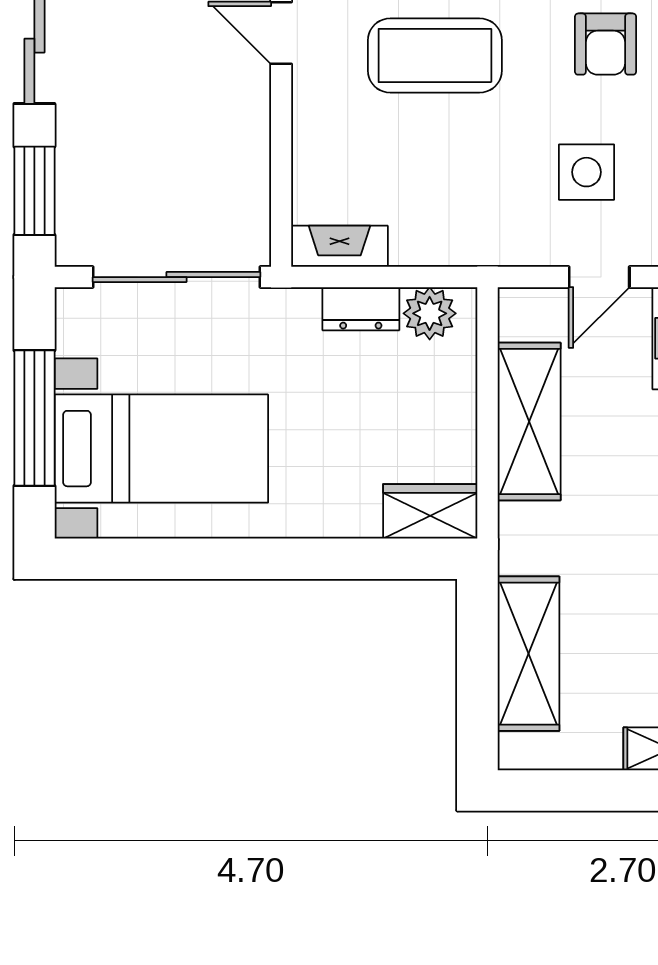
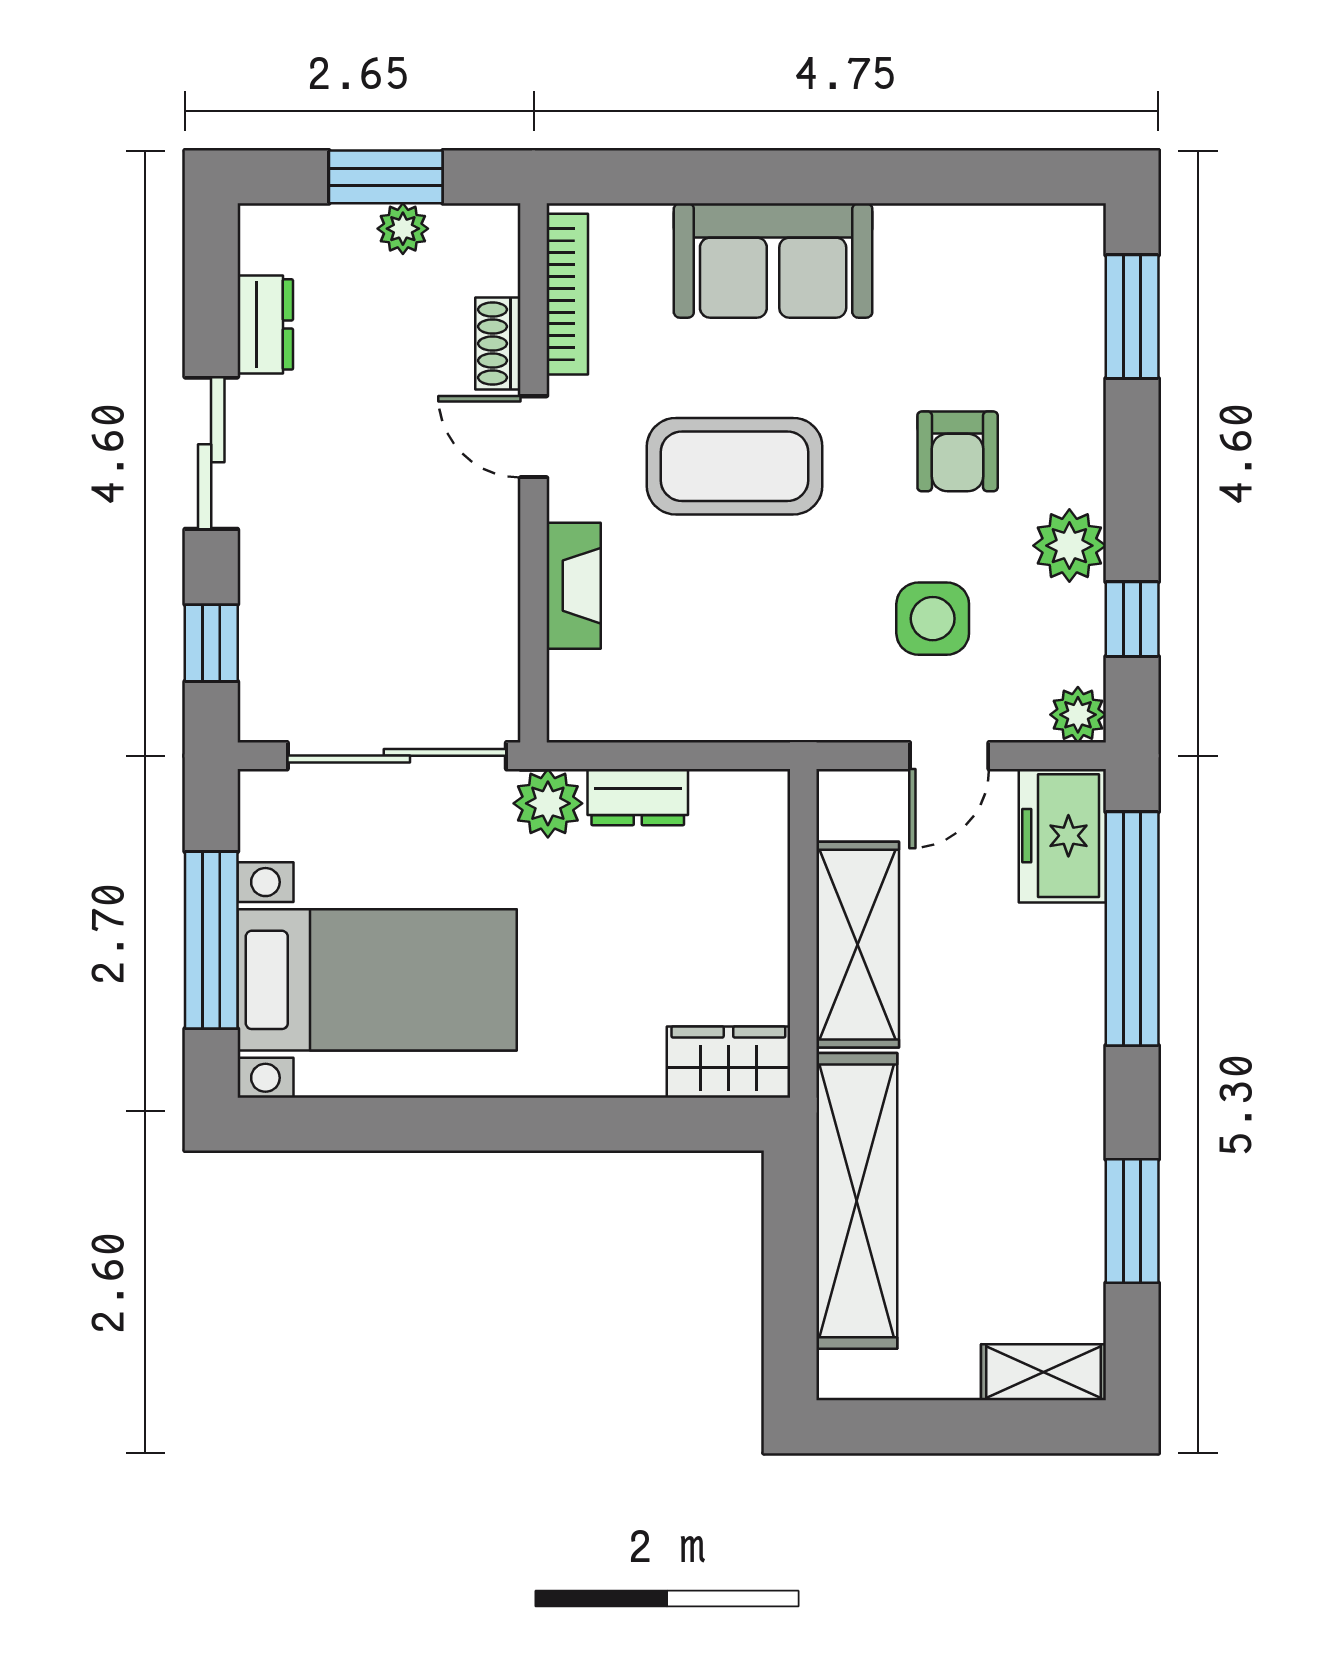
window: (34, 191) -> (211, 643), width x0.67
fireplace: (339, 246) -> (574, 586), moved, turned 90
plant: (430, 313) -> (548, 803), moved
shelving: (528, 654) -> (857, 1201), width x1.47

